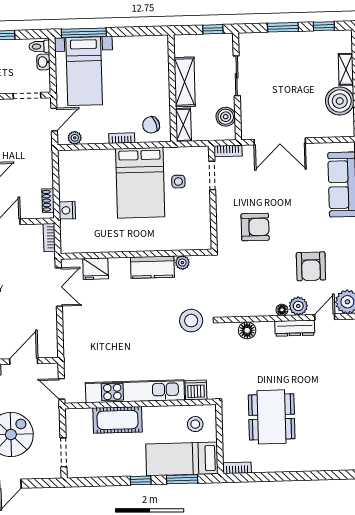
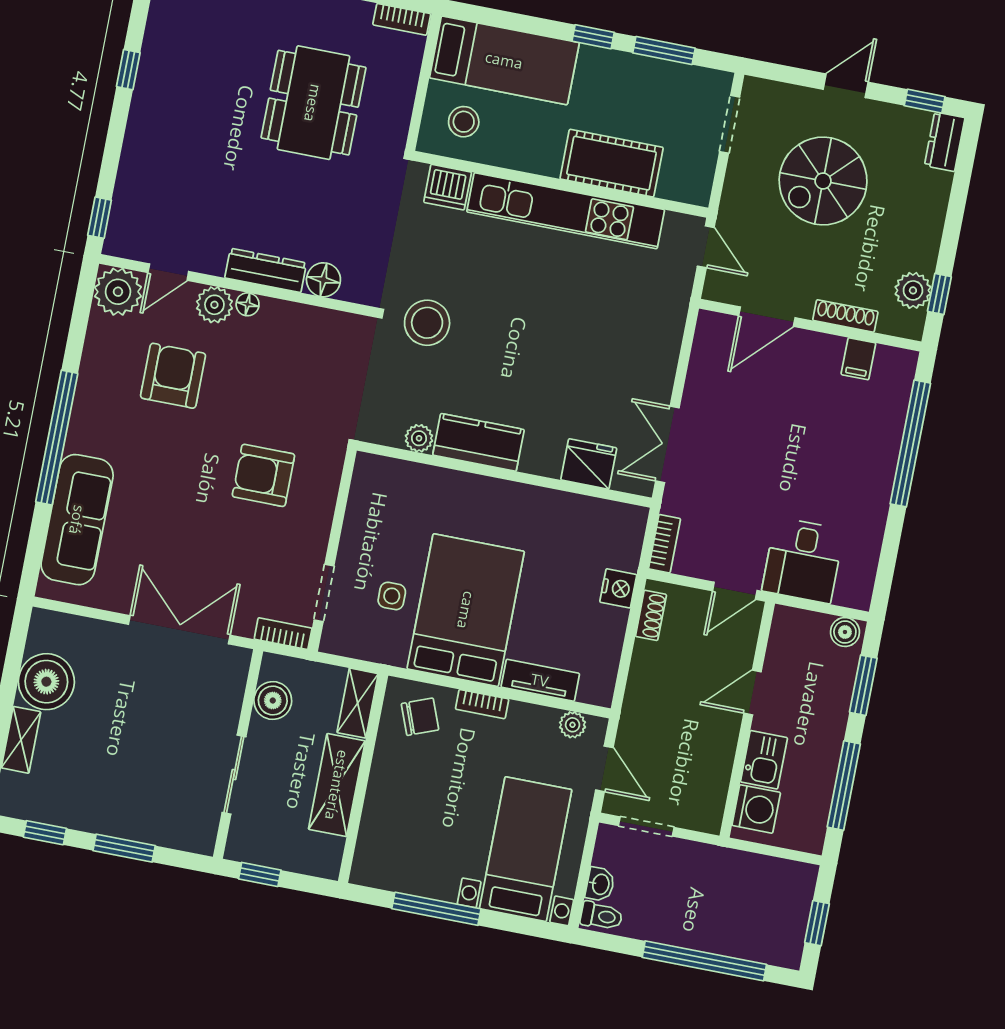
window: (84, 33) -> (436, 909), moved
door: (54, 120) -> (604, 769), swing flipped
tv unit: (96, 156) -> (540, 680), added
dresser: (295, 328) -> (266, 270), moved
window: (182, 479) -> (664, 50), moved

